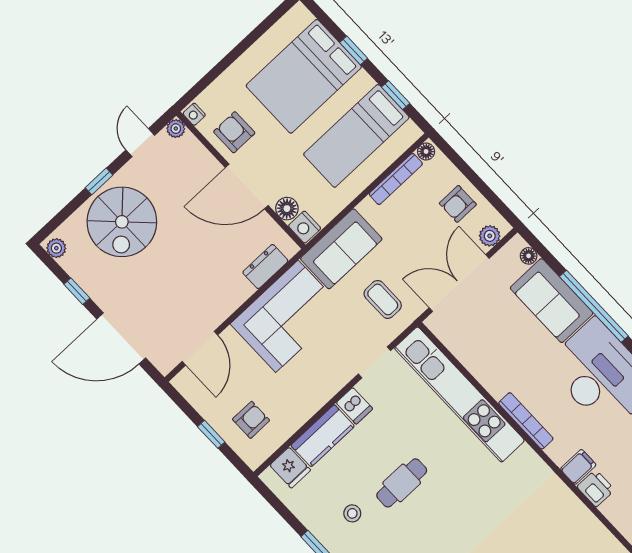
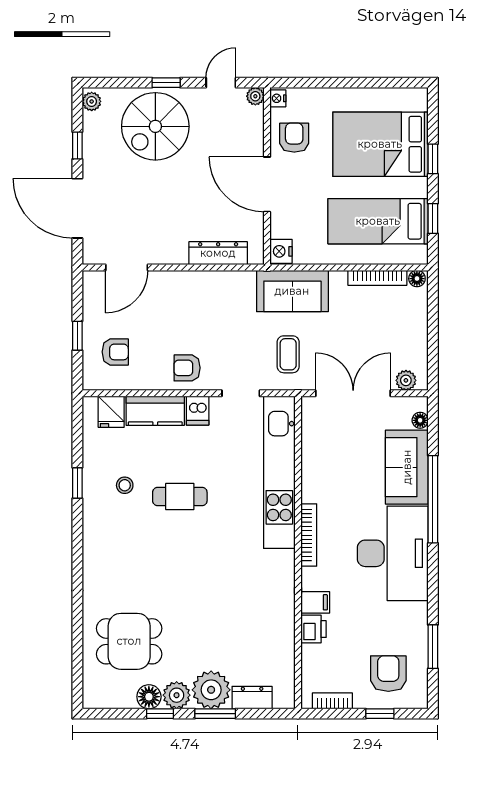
armchair: (458, 204) -> (187, 368), moved
floor lamp: (287, 209) -> (281, 227), removed
dresser: (265, 267) -> (218, 253), width x1.44
corner sofa: (287, 316) -> (209, 303), removed

